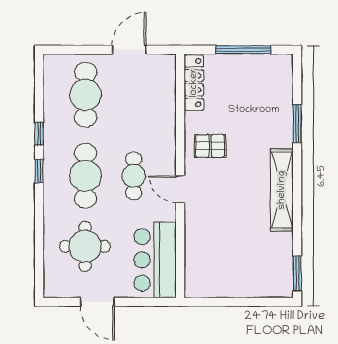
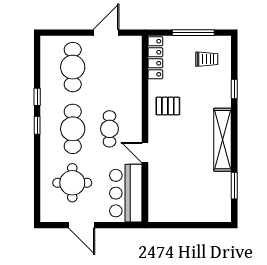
trolley: (261, 85) -> (207, 59), added
window: (297, 124) -> (234, 89), width x0.67
door: (180, 189) -> (145, 153), moved
window: (297, 273) -> (234, 186), moved

